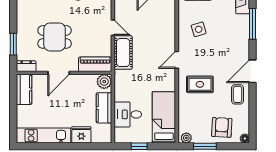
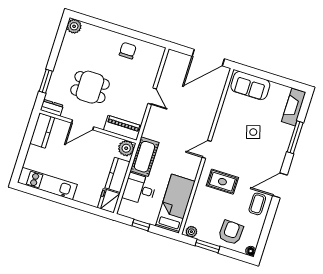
side table: (199, 29) -> (253, 132), moved
cot: (123, 53) -> (145, 157), moved
fridge: (81, 135) -> (109, 201), moved, turned -90

